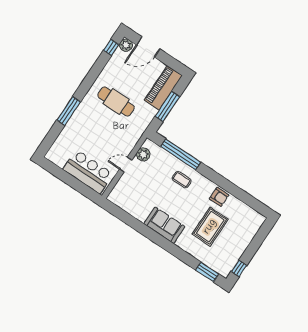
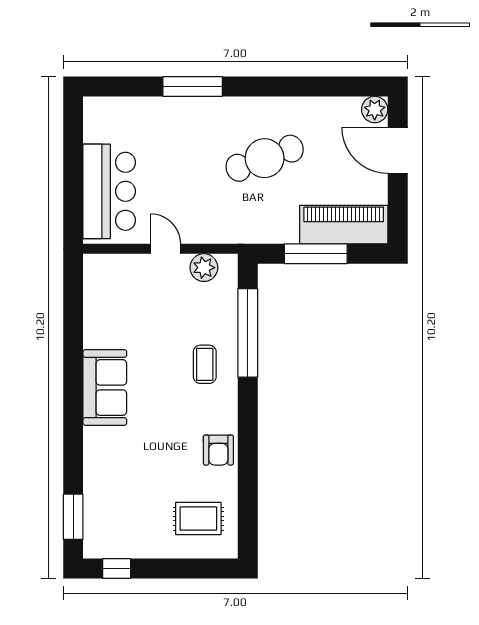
window: (111, 47) -> (353, 87), removed
cafe table: (116, 101) -> (265, 158), turned 70
rug: (210, 227) -> (198, 519), moved, width x0.73, depth x0.70

